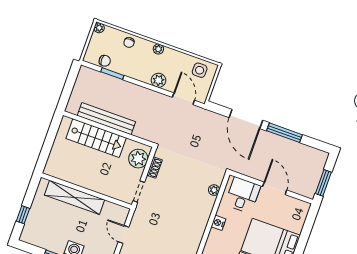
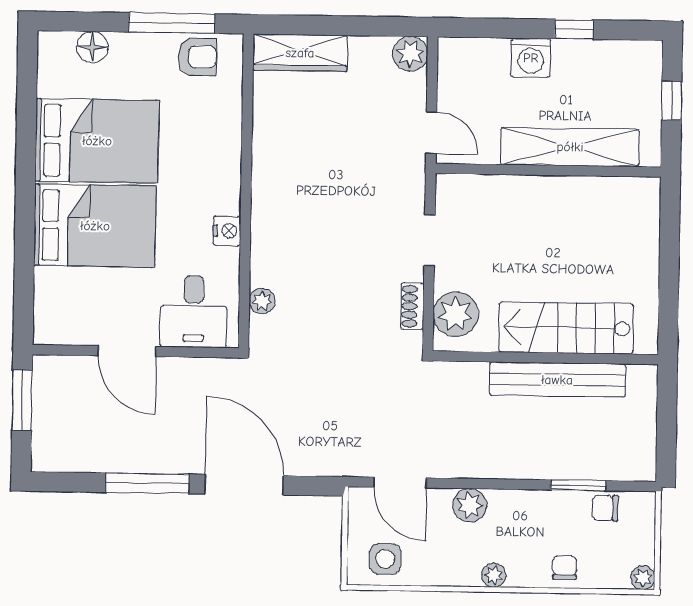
wall: (86, 191) -> (548, 170), moved
shelving: (74, 197) -> (570, 147), moved

